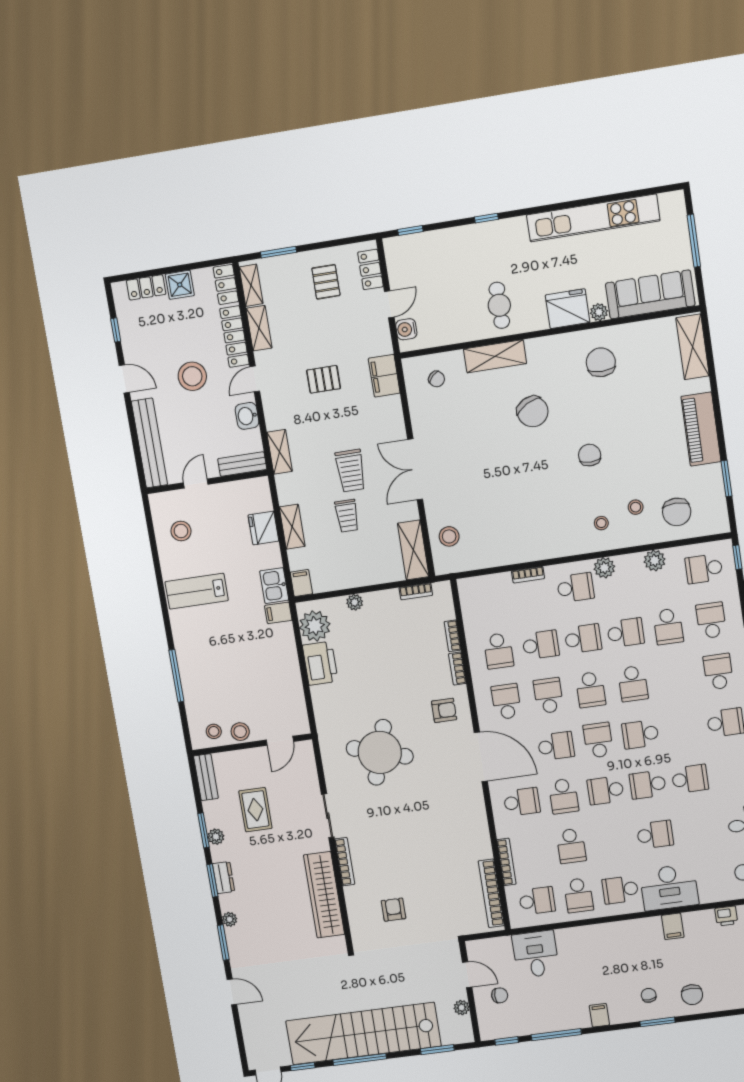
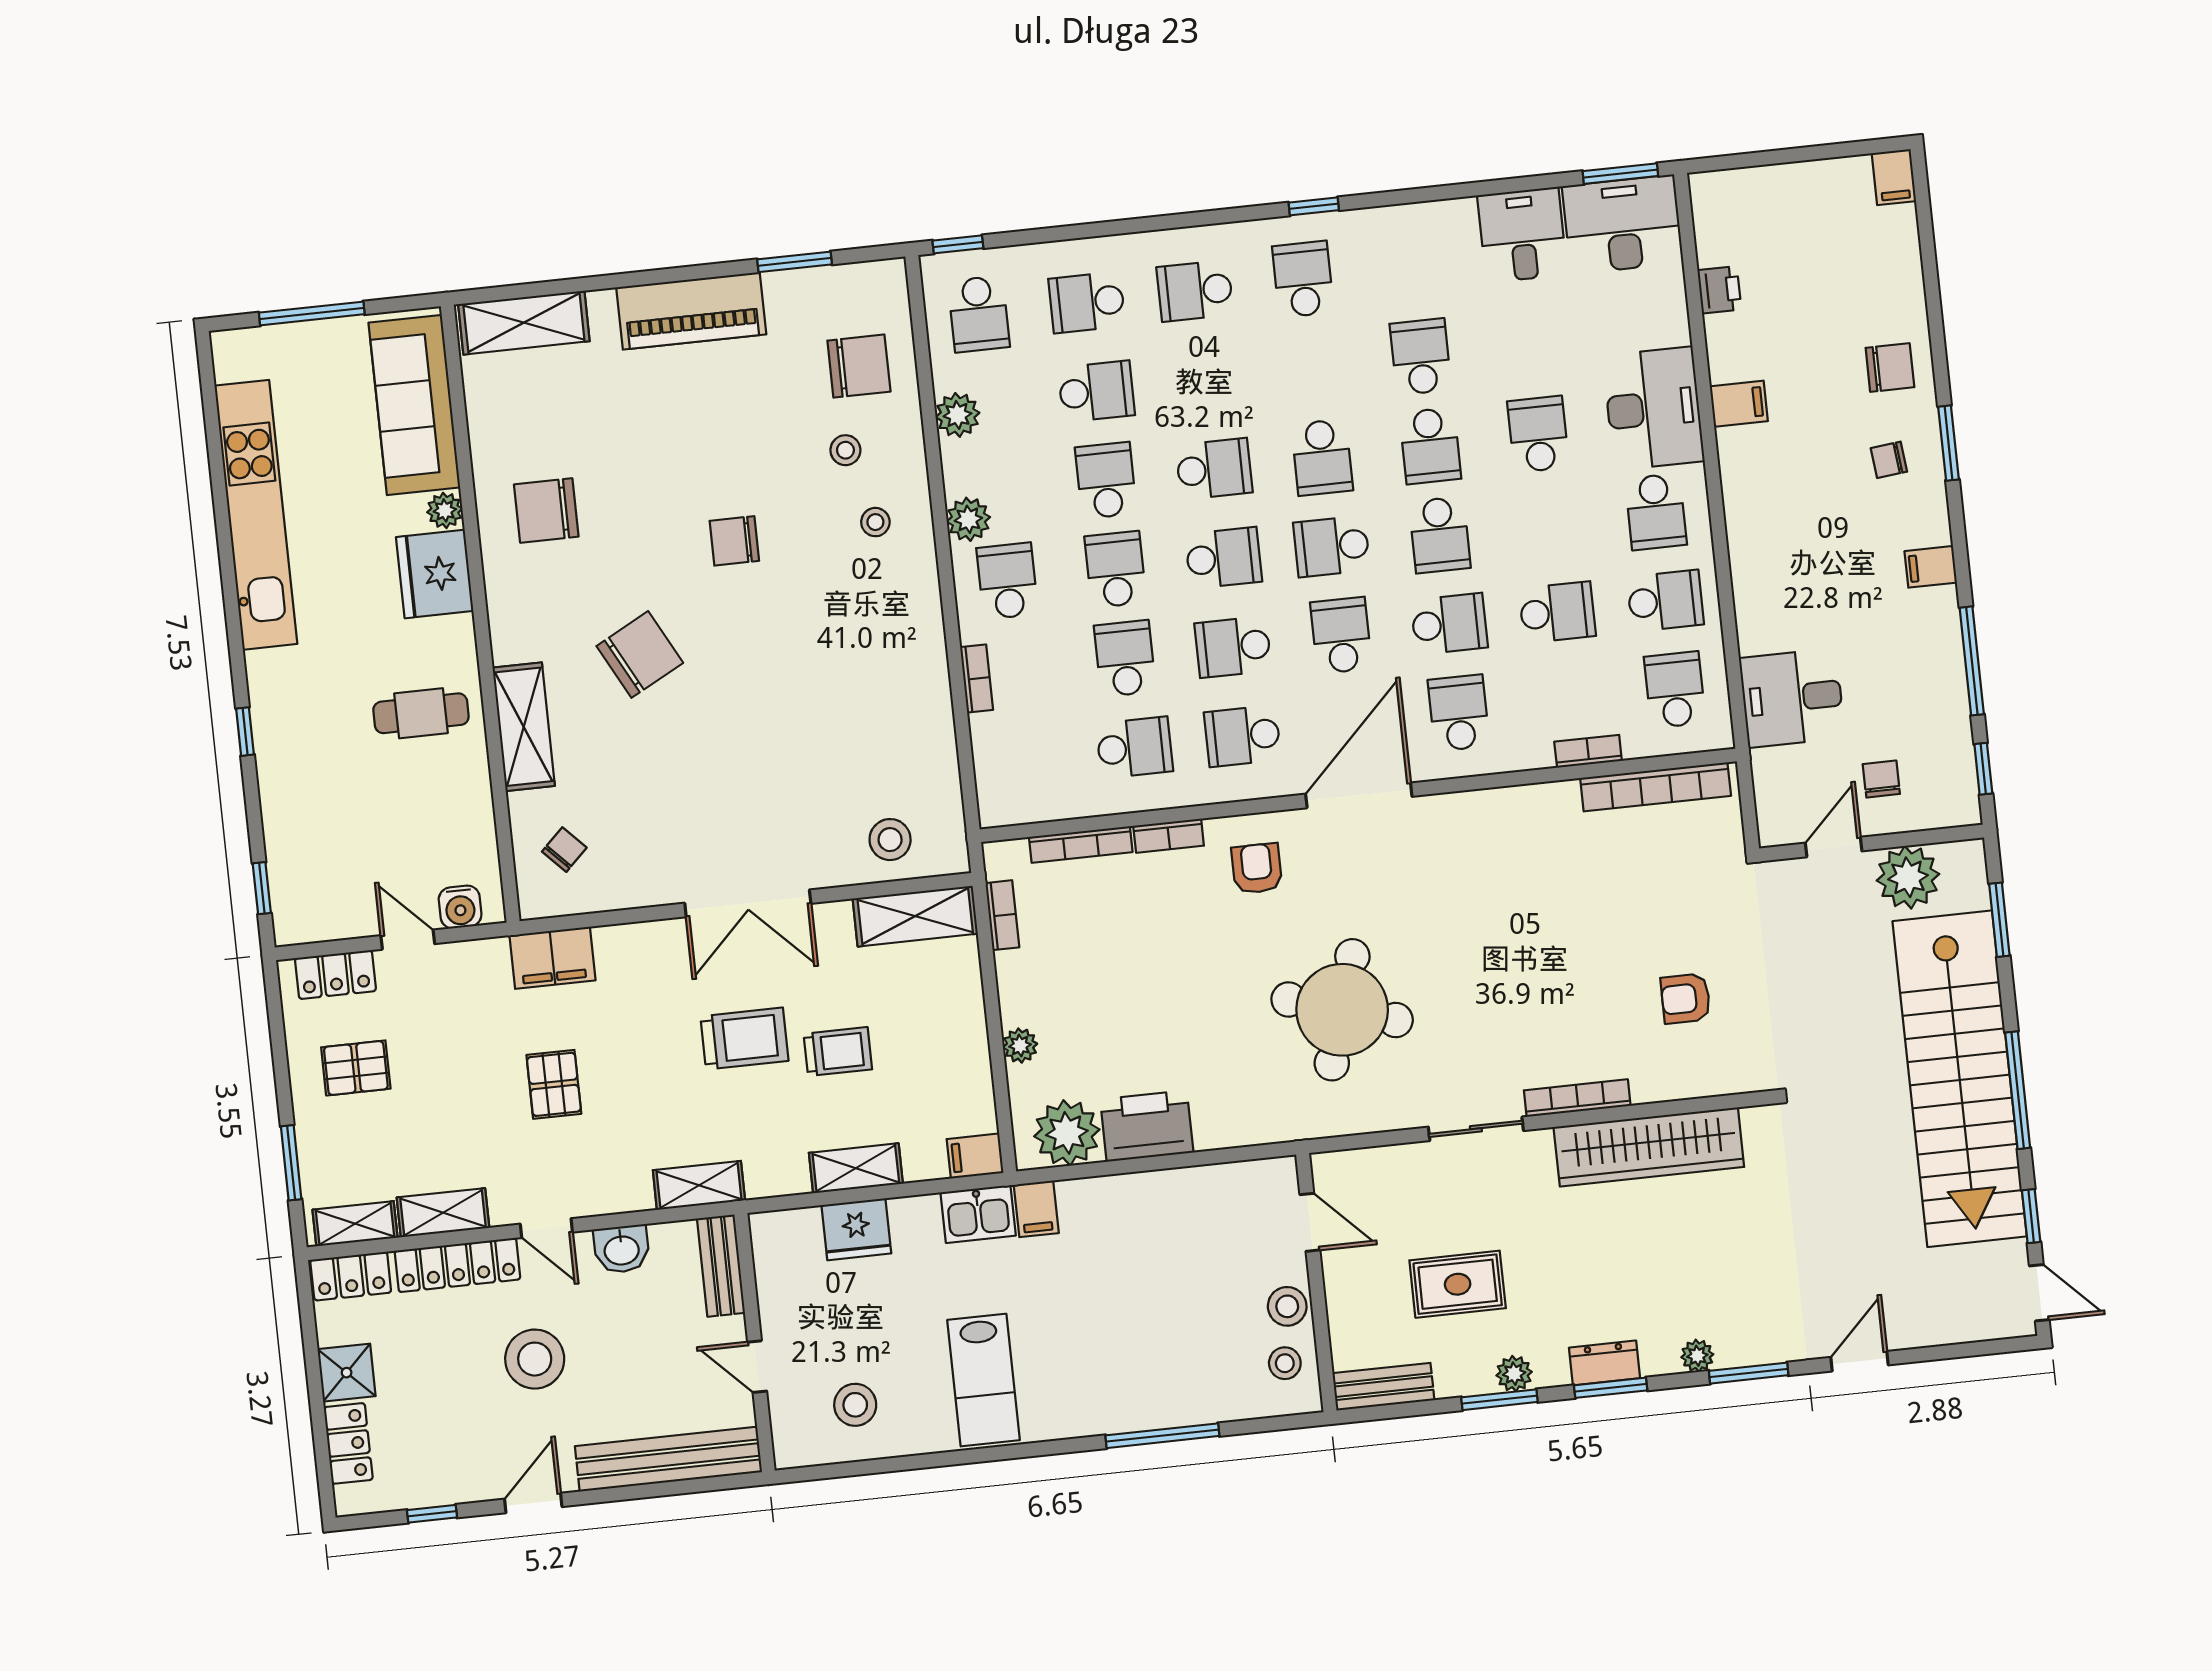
bookcase: (453, 636) -> (1081, 845), width x1.56
bookcase: (506, 862) -> (1588, 751), width x0.64
plant: (462, 1008) -> (1908, 877), width x1.88, depth x1.88

